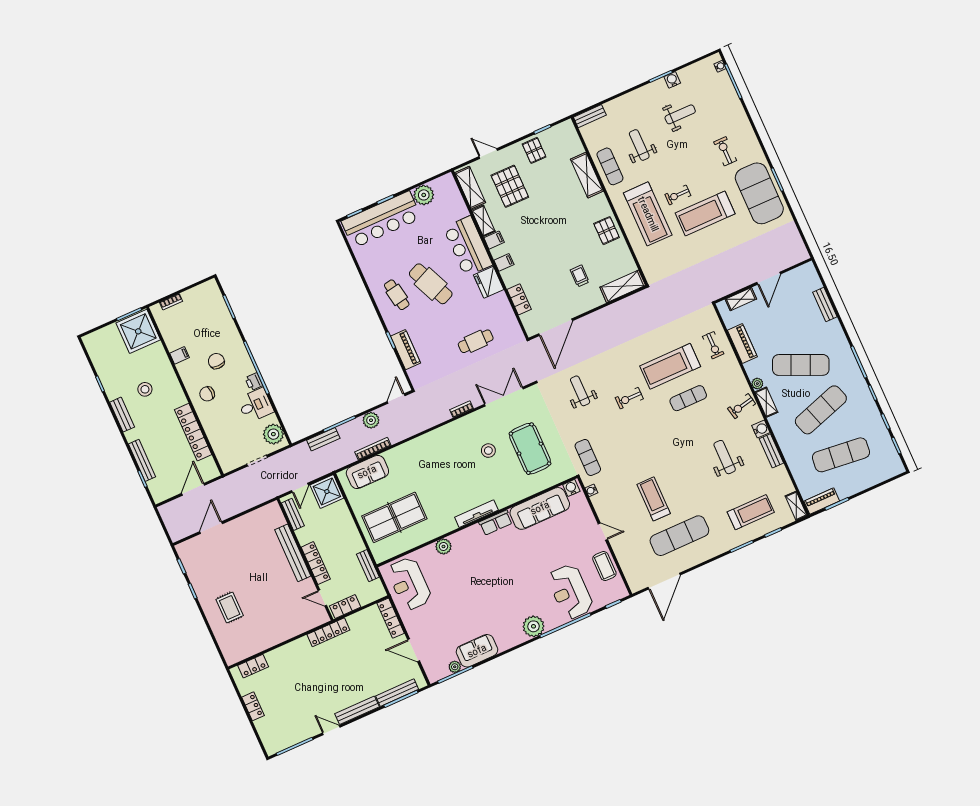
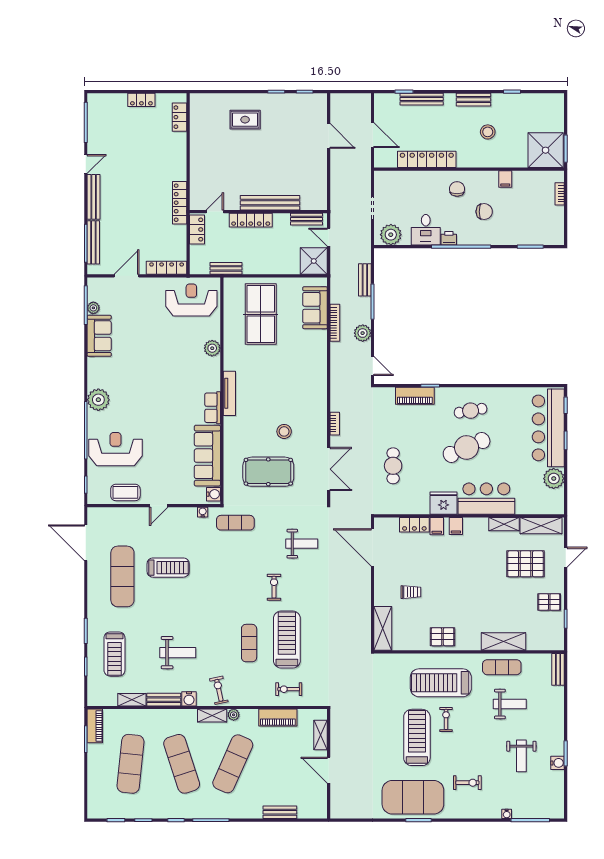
water cooler: (720, 66) -> (507, 814), moved
filing cabinet: (494, 240) -> (437, 526), moved
shelving: (796, 506) -> (132, 700), moved

